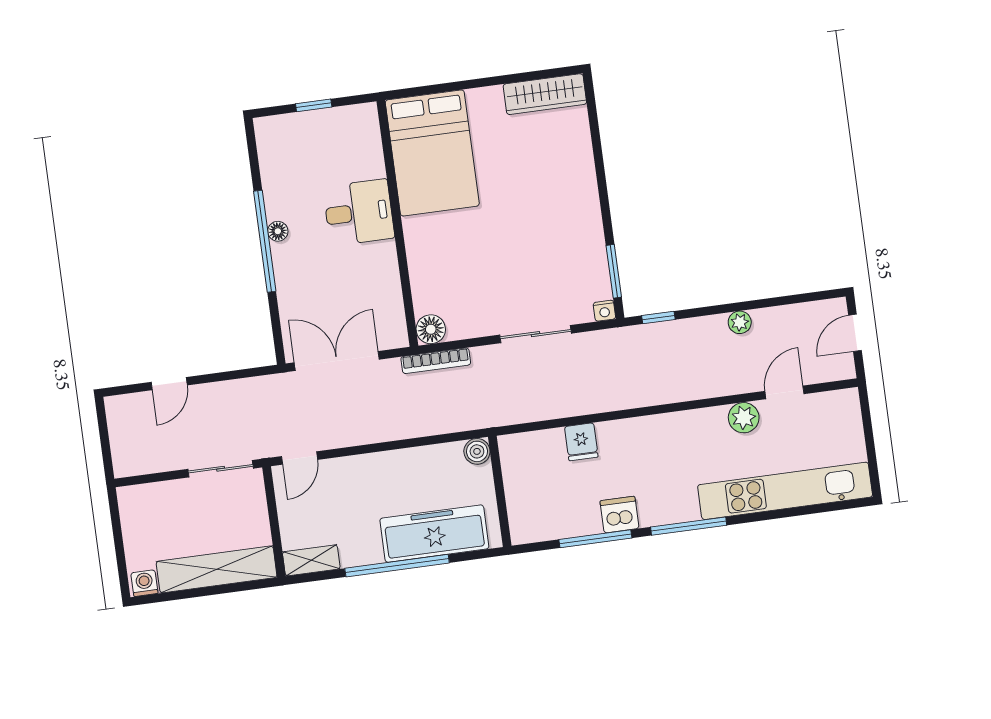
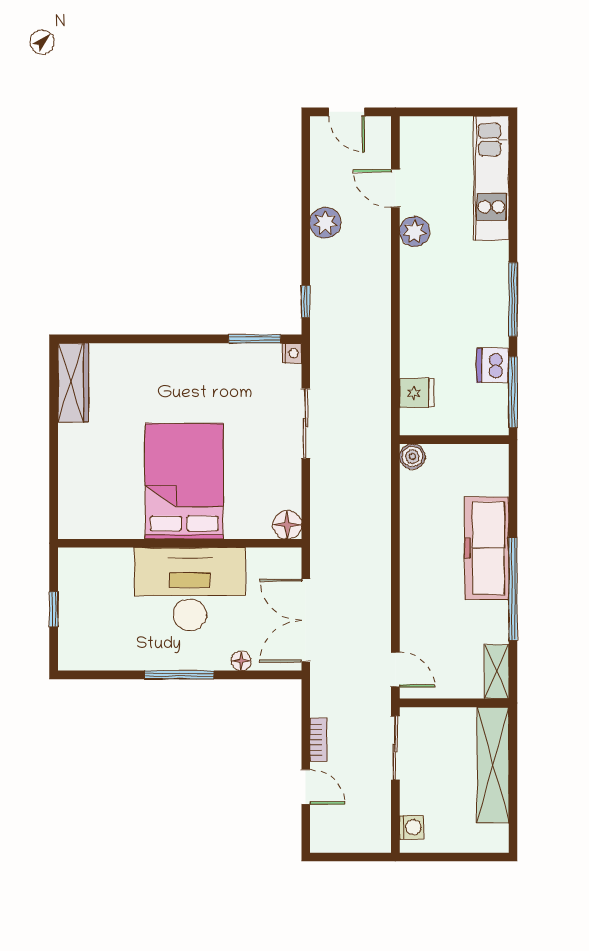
bed: (432, 153) -> (184, 481), moved, turned -90
desk: (359, 212) -> (190, 589), width x1.87, depth x1.30
floor lamp: (278, 231) -> (241, 661), moved
window: (265, 241) -> (180, 675), width x0.68
plant: (740, 322) -> (325, 223), width x1.38, depth x1.38
bookcase: (436, 361) -> (319, 740), moved, width x0.64
boiler: (477, 451) -> (412, 457), moved
wall: (500, 491) -> (454, 440), moved
kitchen unit: (785, 491) -> (491, 178), width x0.73
washing machine: (144, 583) -> (411, 827), moved, turned 180

